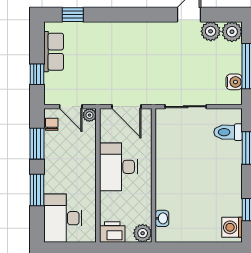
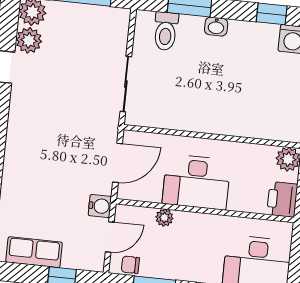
water cooler: (234, 82) -> (100, 206), moved, turned 90
plant: (89, 115) -> (164, 218), moved
washbasin: (162, 218) -> (216, 27), moved, turned 180

